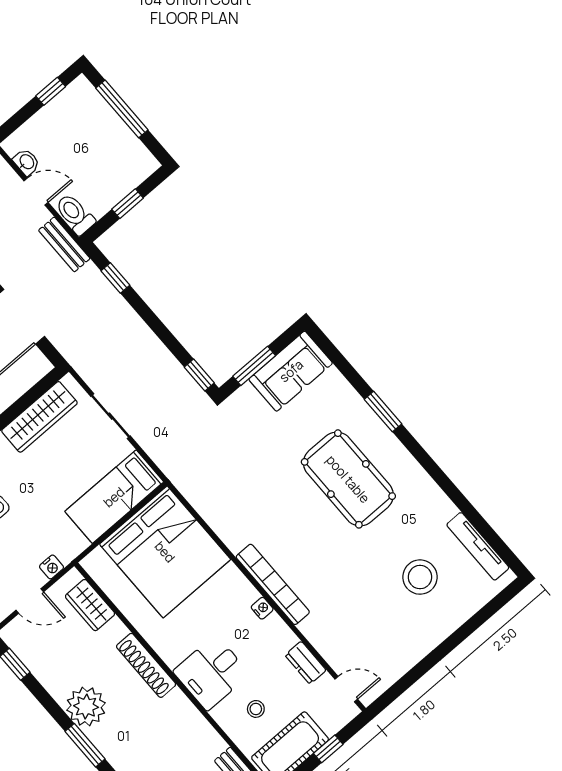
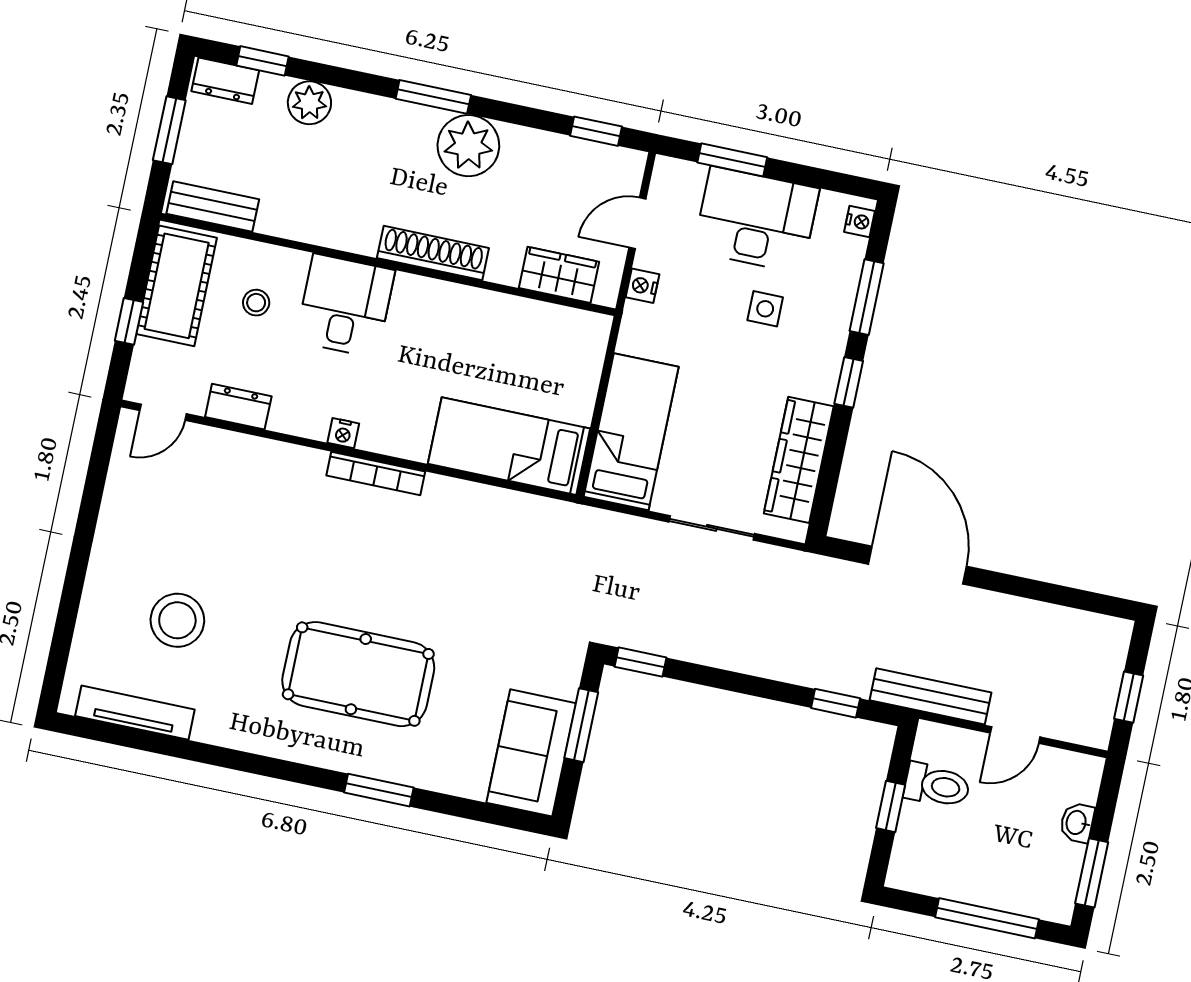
window: (51, 91) -> (1092, 873), width x1.50
washbasin: (26, 162) -> (1077, 823), moved, turned 90
toilet: (75, 214) -> (937, 785), moved
bench: (64, 244) -> (930, 696), width x1.36
bed: (165, 552) -> (509, 446), width x0.49
bookcase: (273, 584) -> (376, 474), width x0.68, depth x0.76

